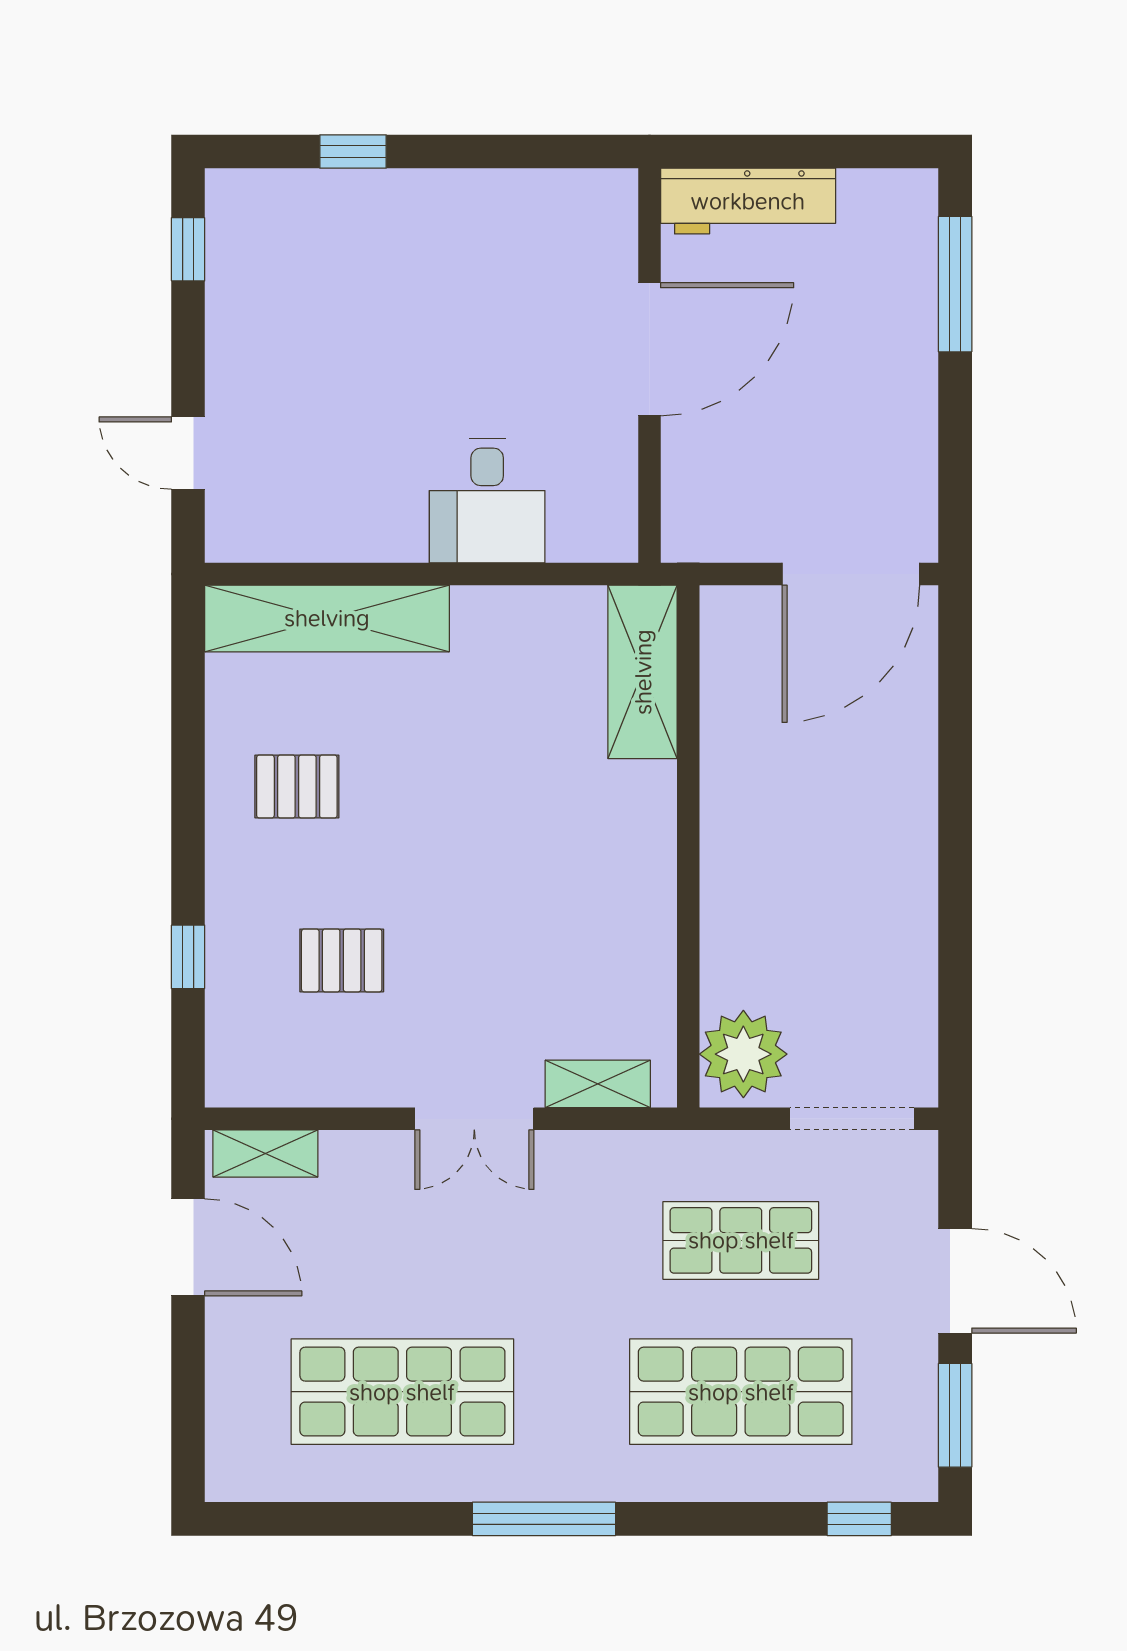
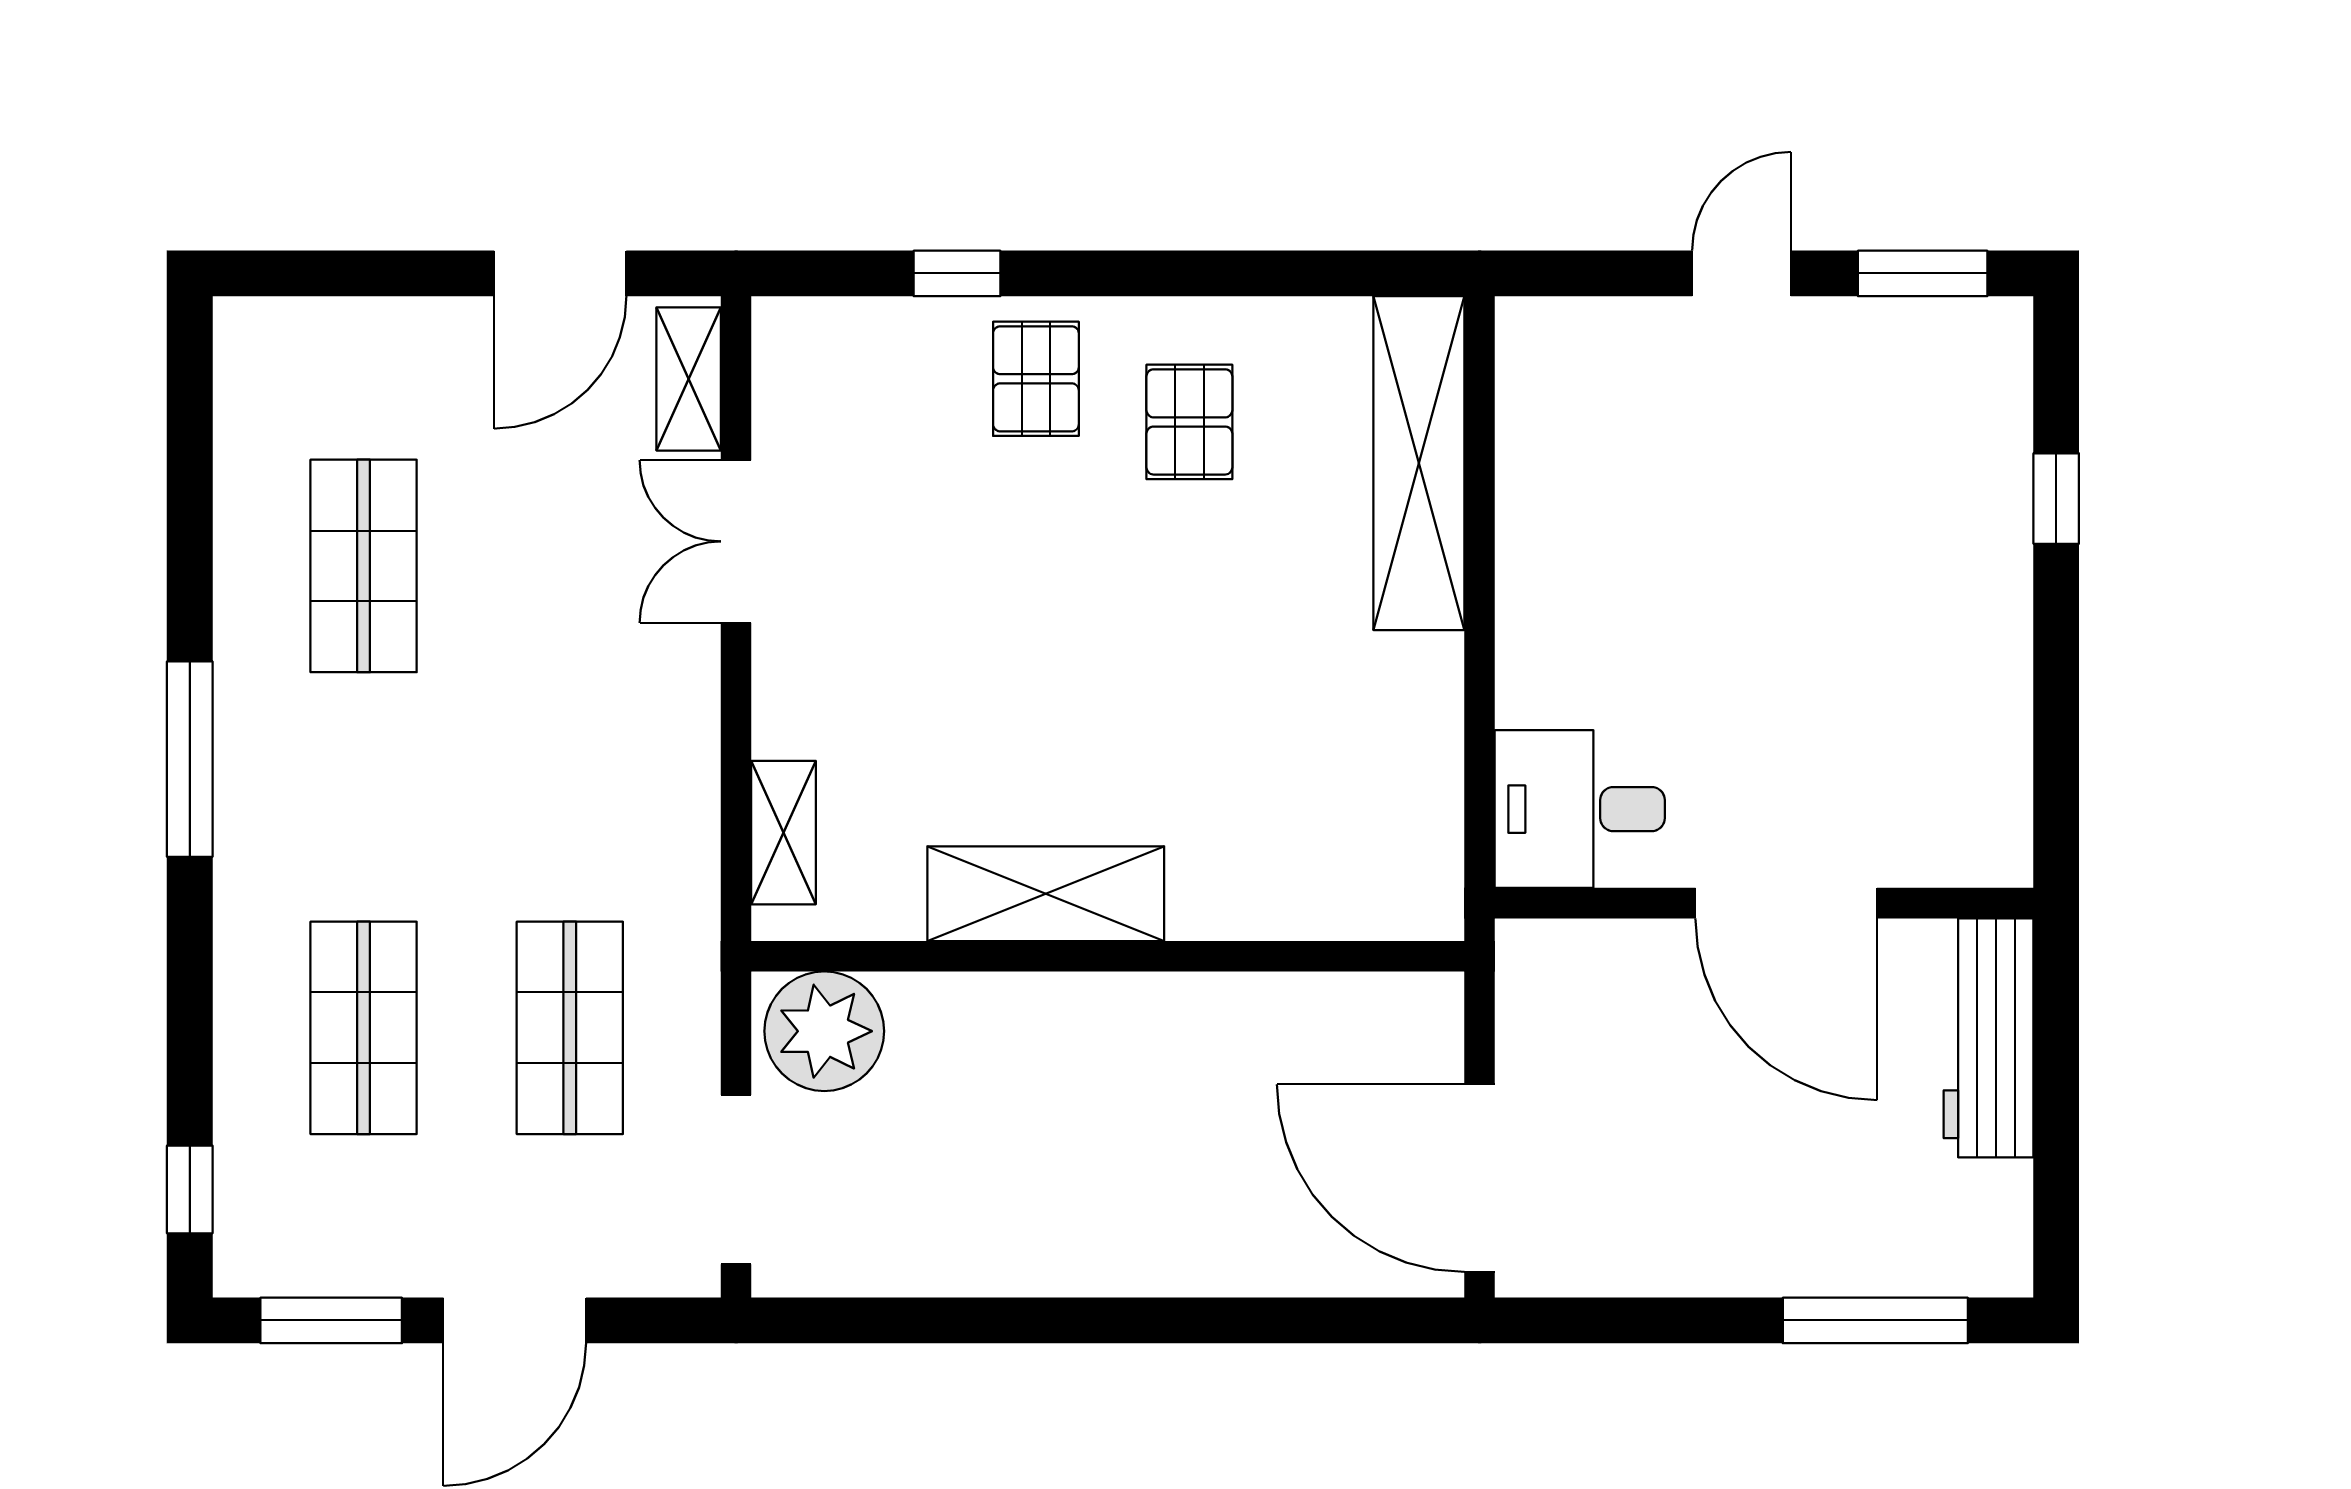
window: (188, 249) -> (1923, 273), width x1.50
door: (188, 453) -> (1742, 273), moved
desk: (487, 501) -> (1580, 809), moved
shelving: (643, 672) -> (1046, 894), moved
pallet: (342, 960) -> (1036, 379), moved
double door: (474, 1119) -> (736, 541), moved
shop shelf: (402, 1392) -> (364, 566), width x0.70, depth x0.74
shop shelf: (741, 1392) -> (364, 1028), width x0.70, depth x0.74

